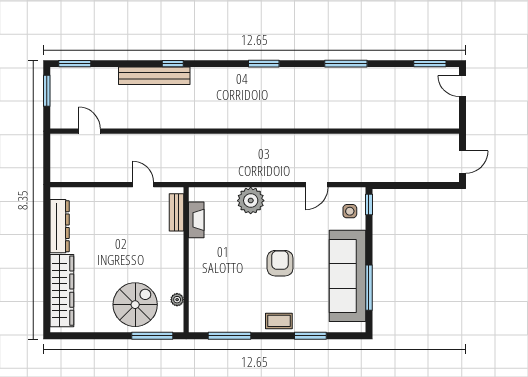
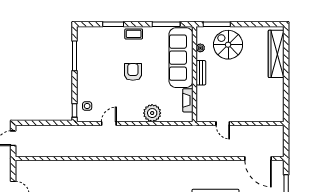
door: (90, 131) -> (258, 159), width x1.88
bench: (176, 212) -> (201, 73), moved
dresser: (60, 226) -> (278, 96), removed
armchair: (280, 263) -> (133, 72), turned 180
sofa: (347, 276) -> (181, 58), moved, turned 180
spiral stairs: (135, 305) -> (228, 45), turned 90

